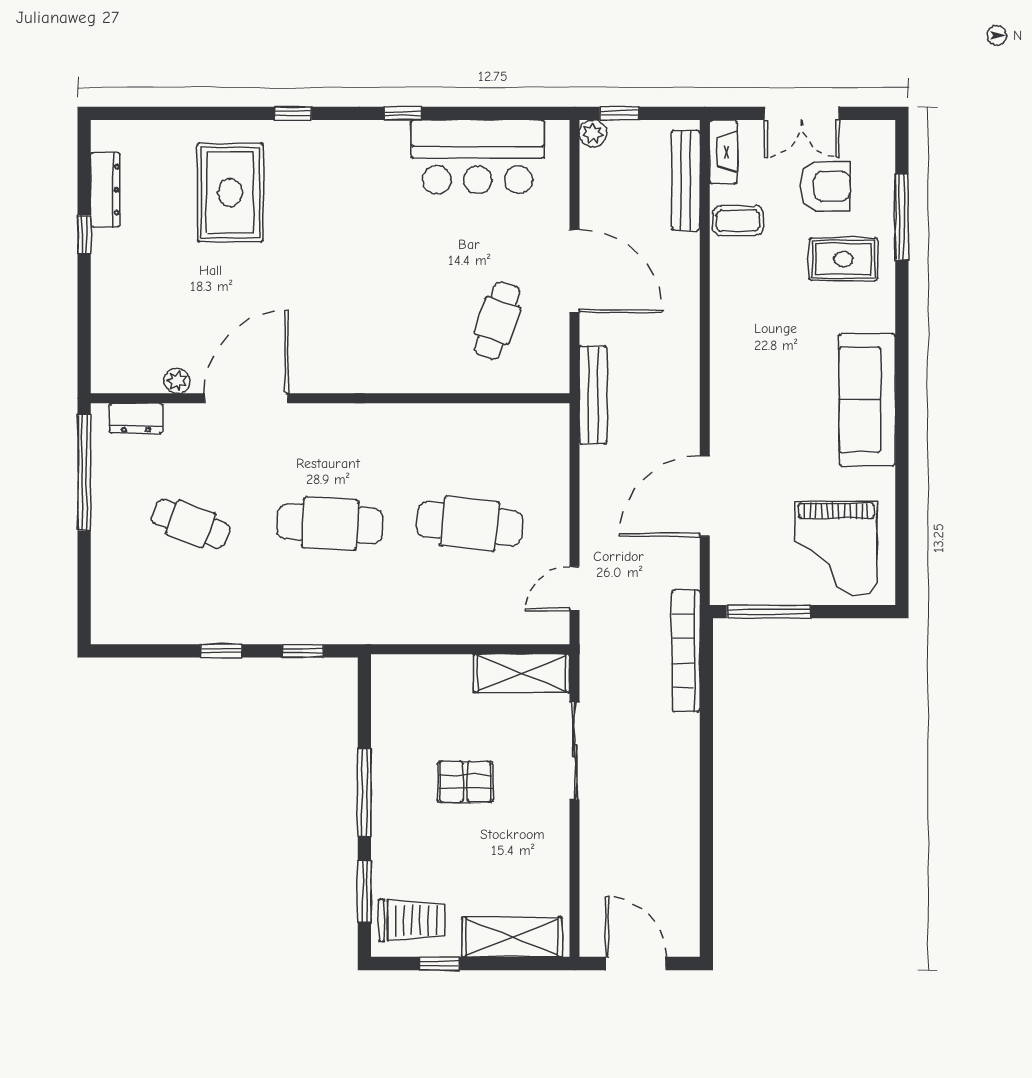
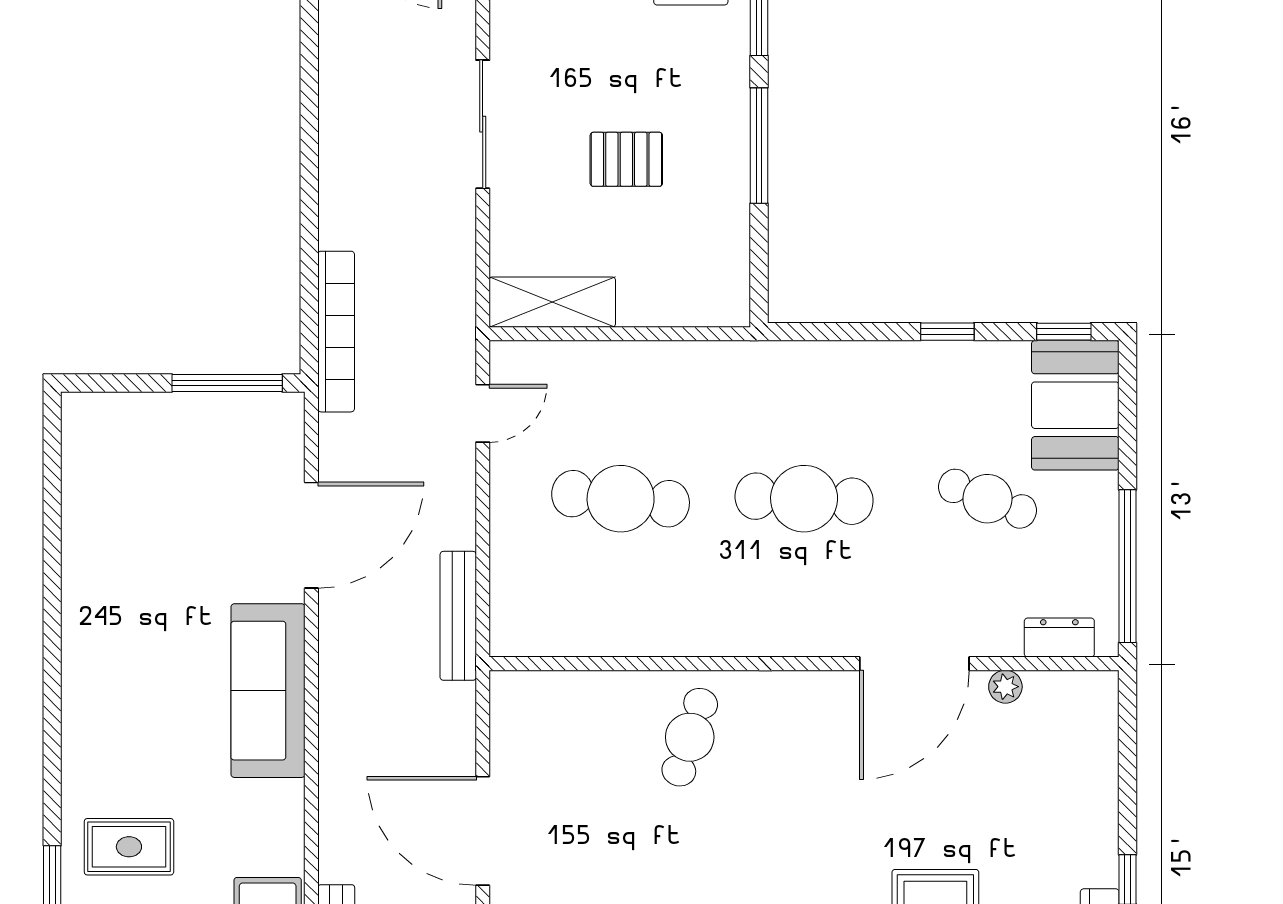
cafe table: (497, 321) -> (690, 737), moved
bench: (593, 395) -> (458, 616), moved
sofa: (867, 400) -> (268, 691), moved, turned 180
grand piano: (836, 549) -> (139, 466), removed
booth: (124, 595) -> (1075, 405), added
window: (303, 651) -> (1064, 332), moved
sliding door: (574, 751) -> (483, 124), moved

